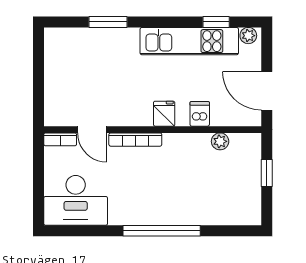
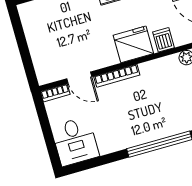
fridge: (164, 114) -> (133, 44), width x1.88, depth x1.34
desk: (76, 200) -> (75, 141), width x0.73

